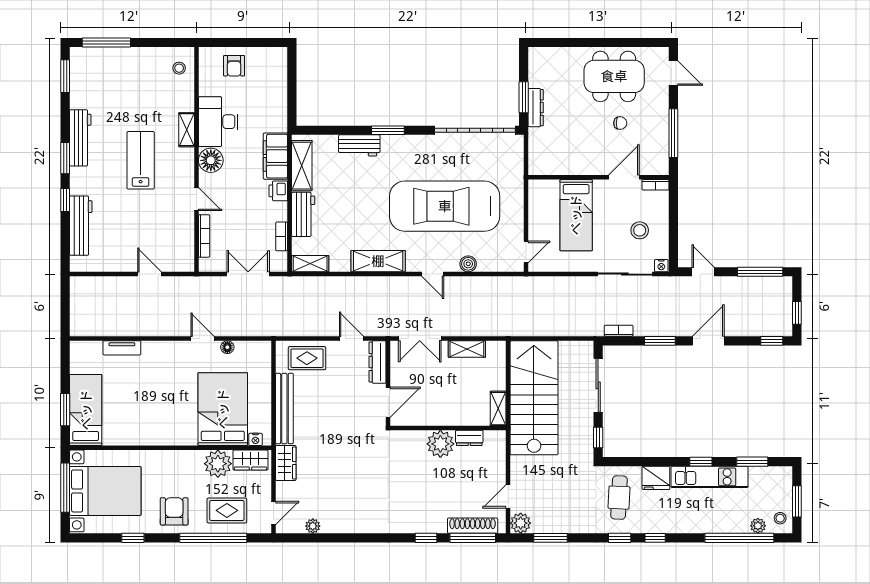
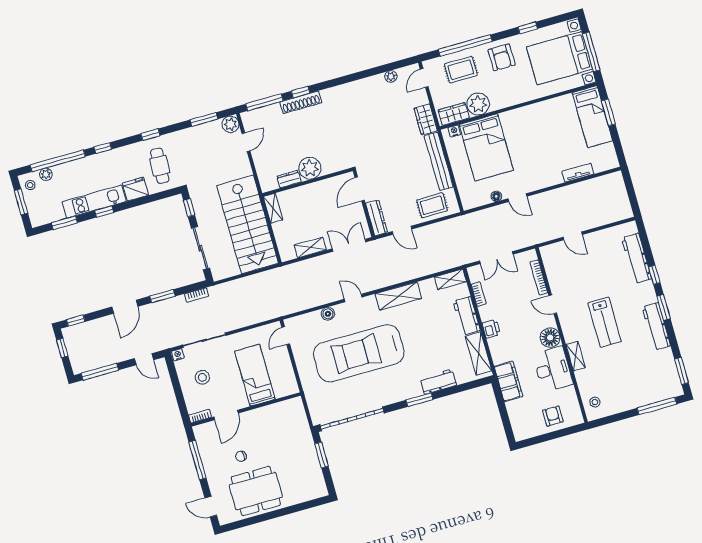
dresser: (536, 108) -> (310, 450), removed
filing cabinet: (275, 156) -> (508, 381), moved
car: (445, 206) -> (359, 353), turned 180
shoe rack: (473, 526) -> (301, 102), moved
window: (655, 538) -> (103, 148), moved

